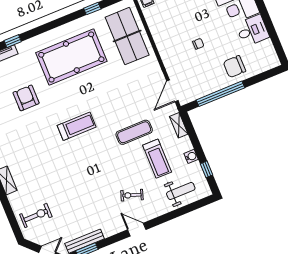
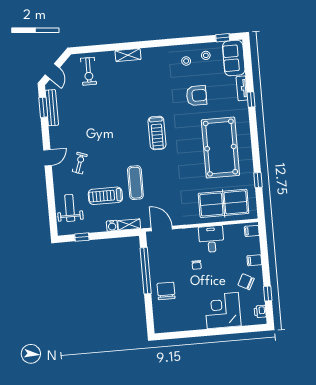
desk: (252, 31) -> (211, 239), moved, turned 180
water cooler: (191, 156) -> (112, 226), moved
weight bench: (181, 191) -> (70, 208), turned 180

